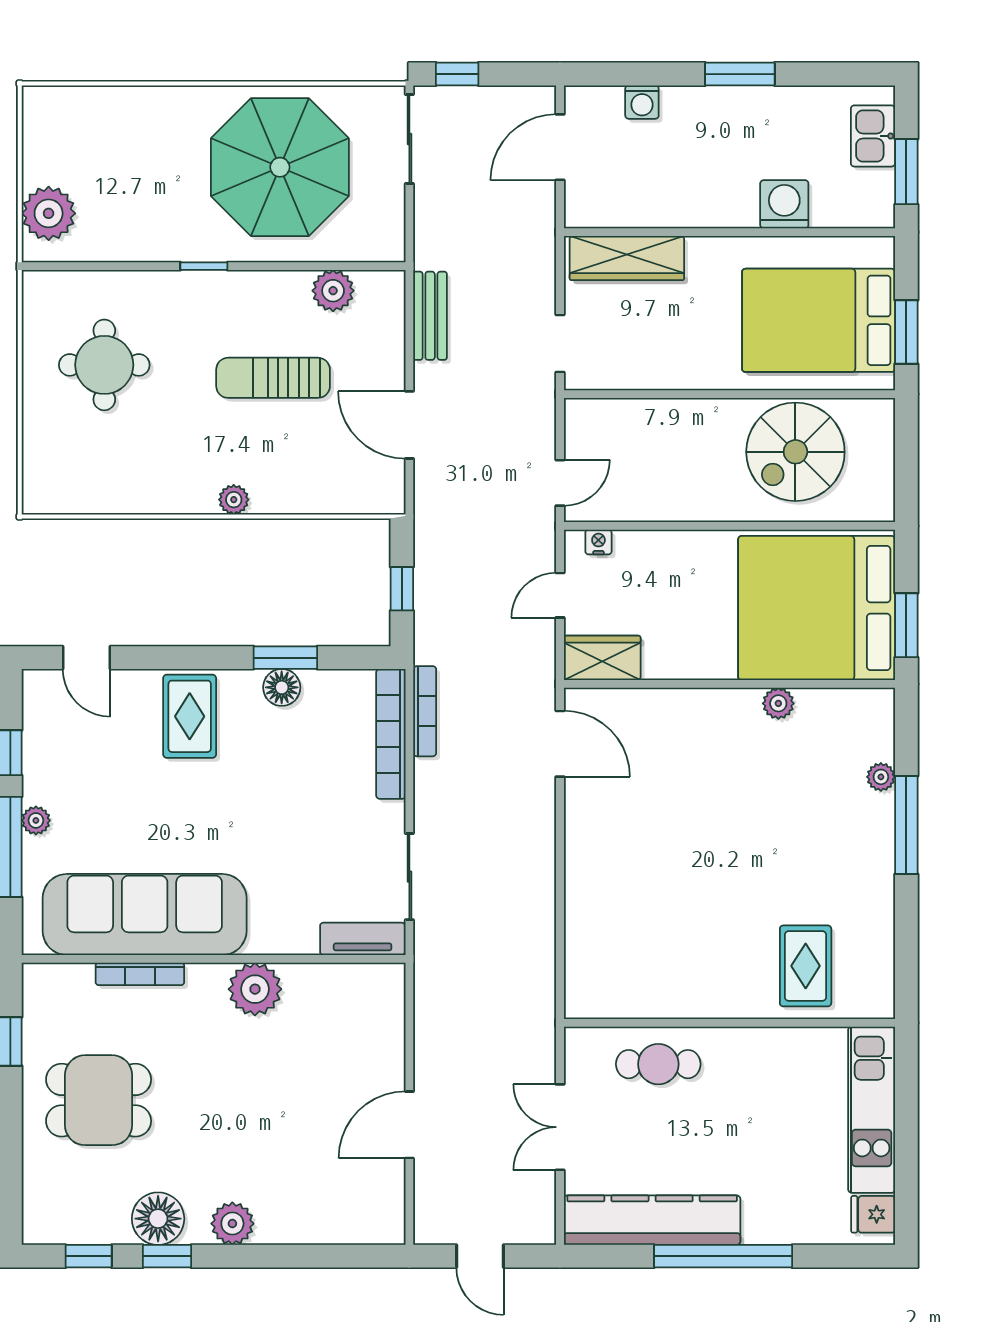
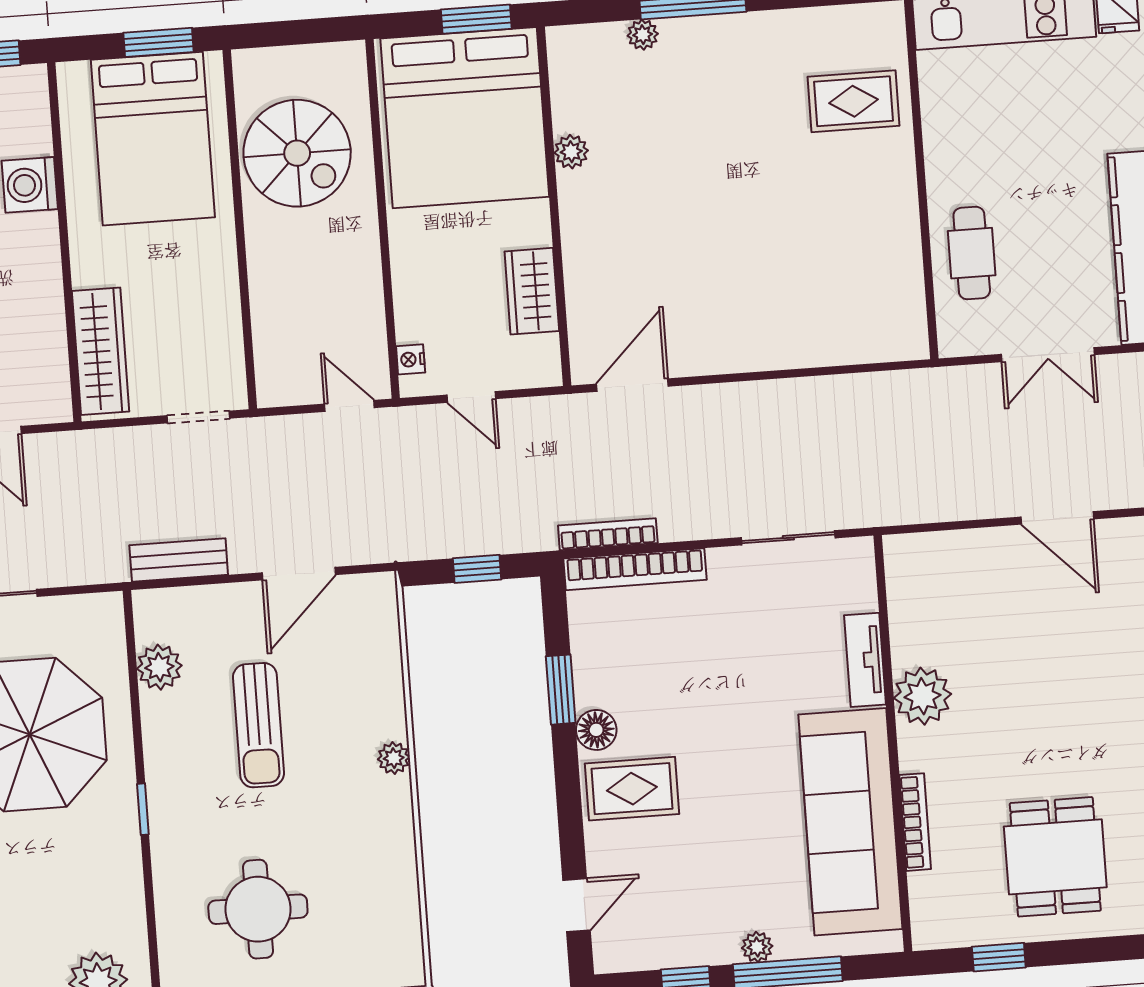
wardrobe: (602, 658) -> (532, 291), moved
floor lamp: (282, 687) -> (596, 730), moved
tv unit: (363, 939) -> (865, 660), moved

